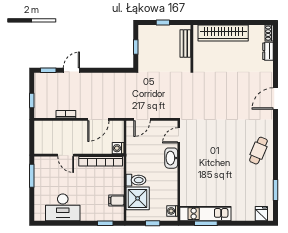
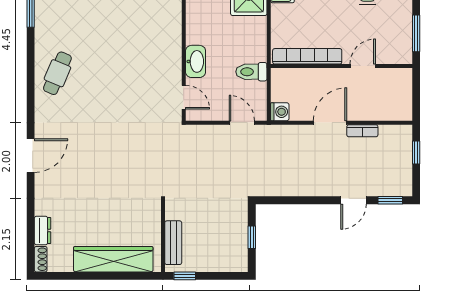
window: (163, 23) -> (185, 276), moved
door: (98, 119) -> (330, 123), moved
door: (142, 119) -> (242, 123), hinge flipped
door: (179, 135) -> (184, 97), hinge flipped
washing machine: (118, 148) -> (280, 112), moved
door: (66, 155) -> (363, 66), hinge flipped
toilet: (136, 180) -> (251, 72), moved

